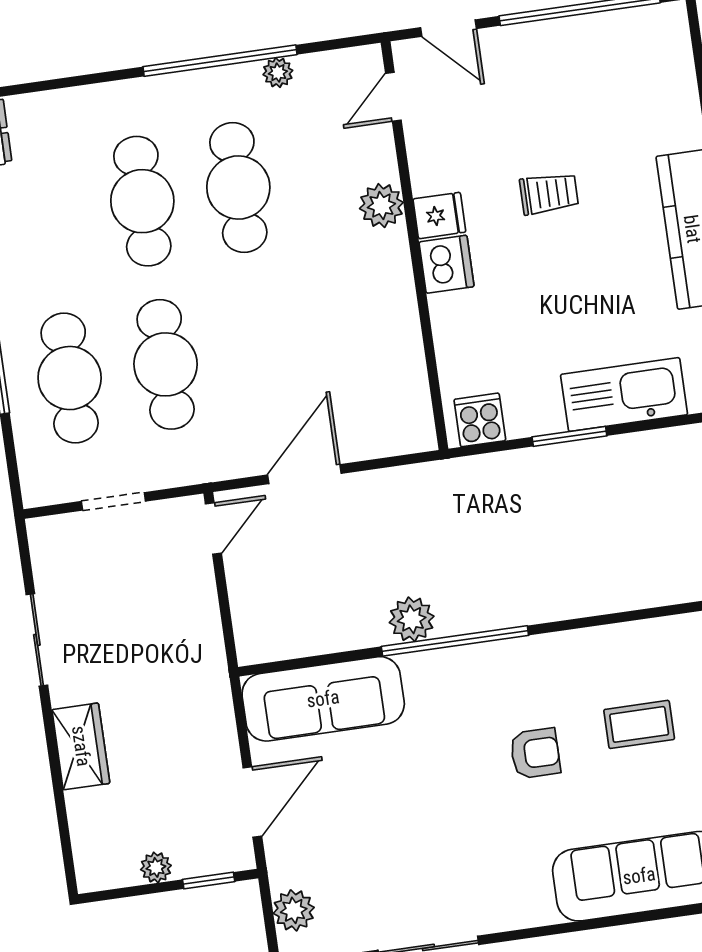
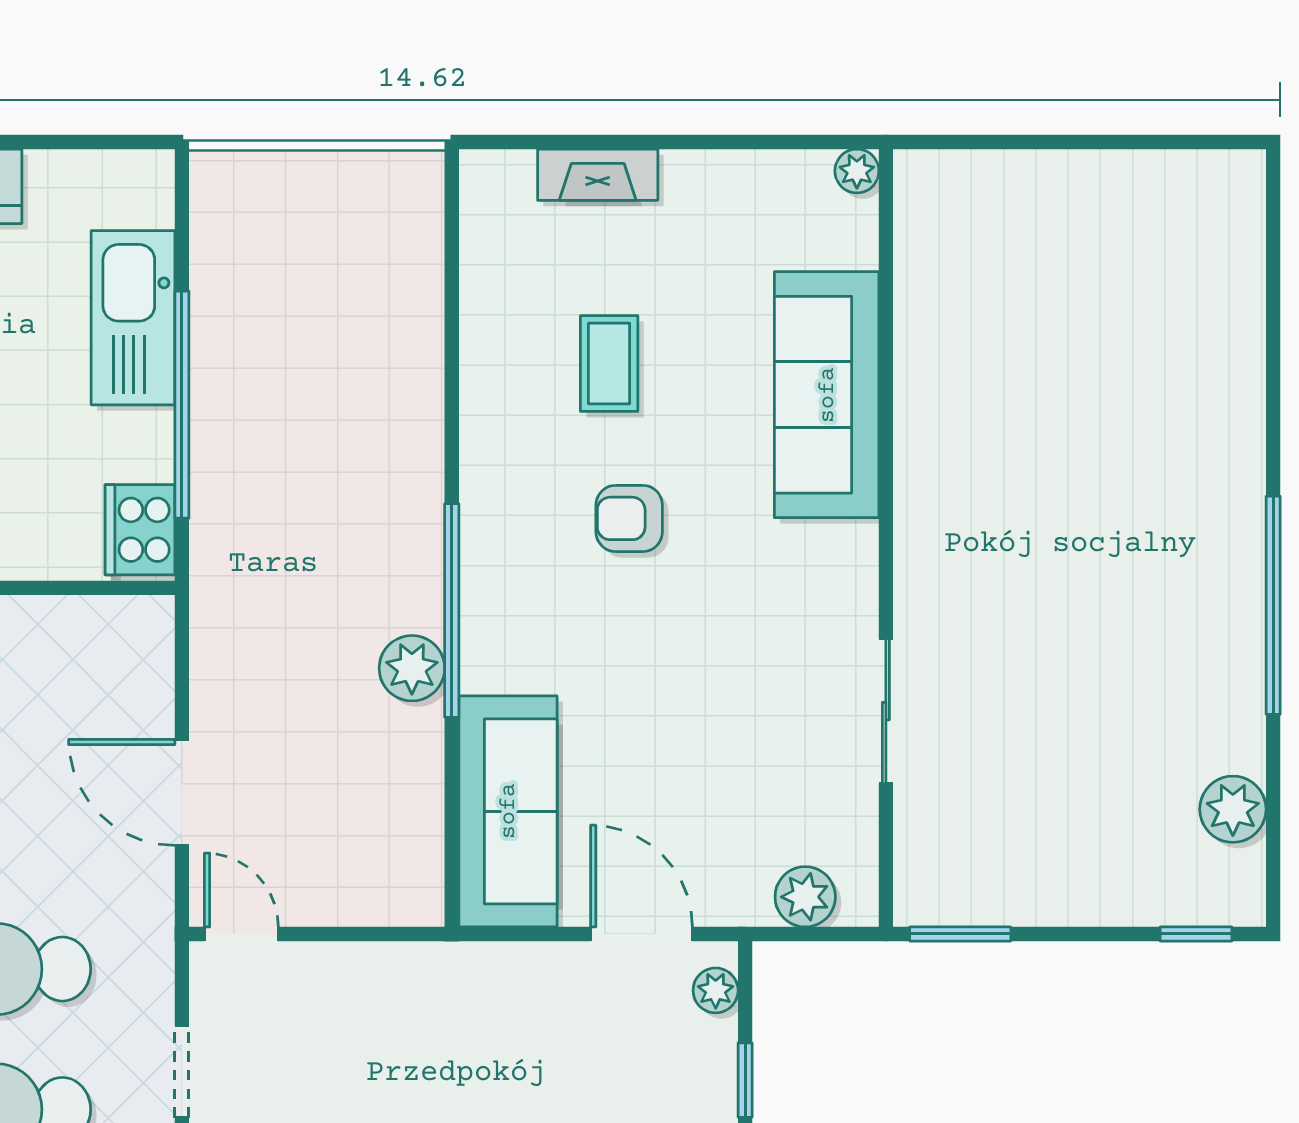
cooker: (480, 420) -> (140, 530), width x1.36
window: (569, 436) -> (182, 405), width x2.11
armchair: (535, 753) -> (629, 518), turned -90
plant: (156, 867) -> (716, 990), moved
window: (209, 881) -> (745, 1080), moved

